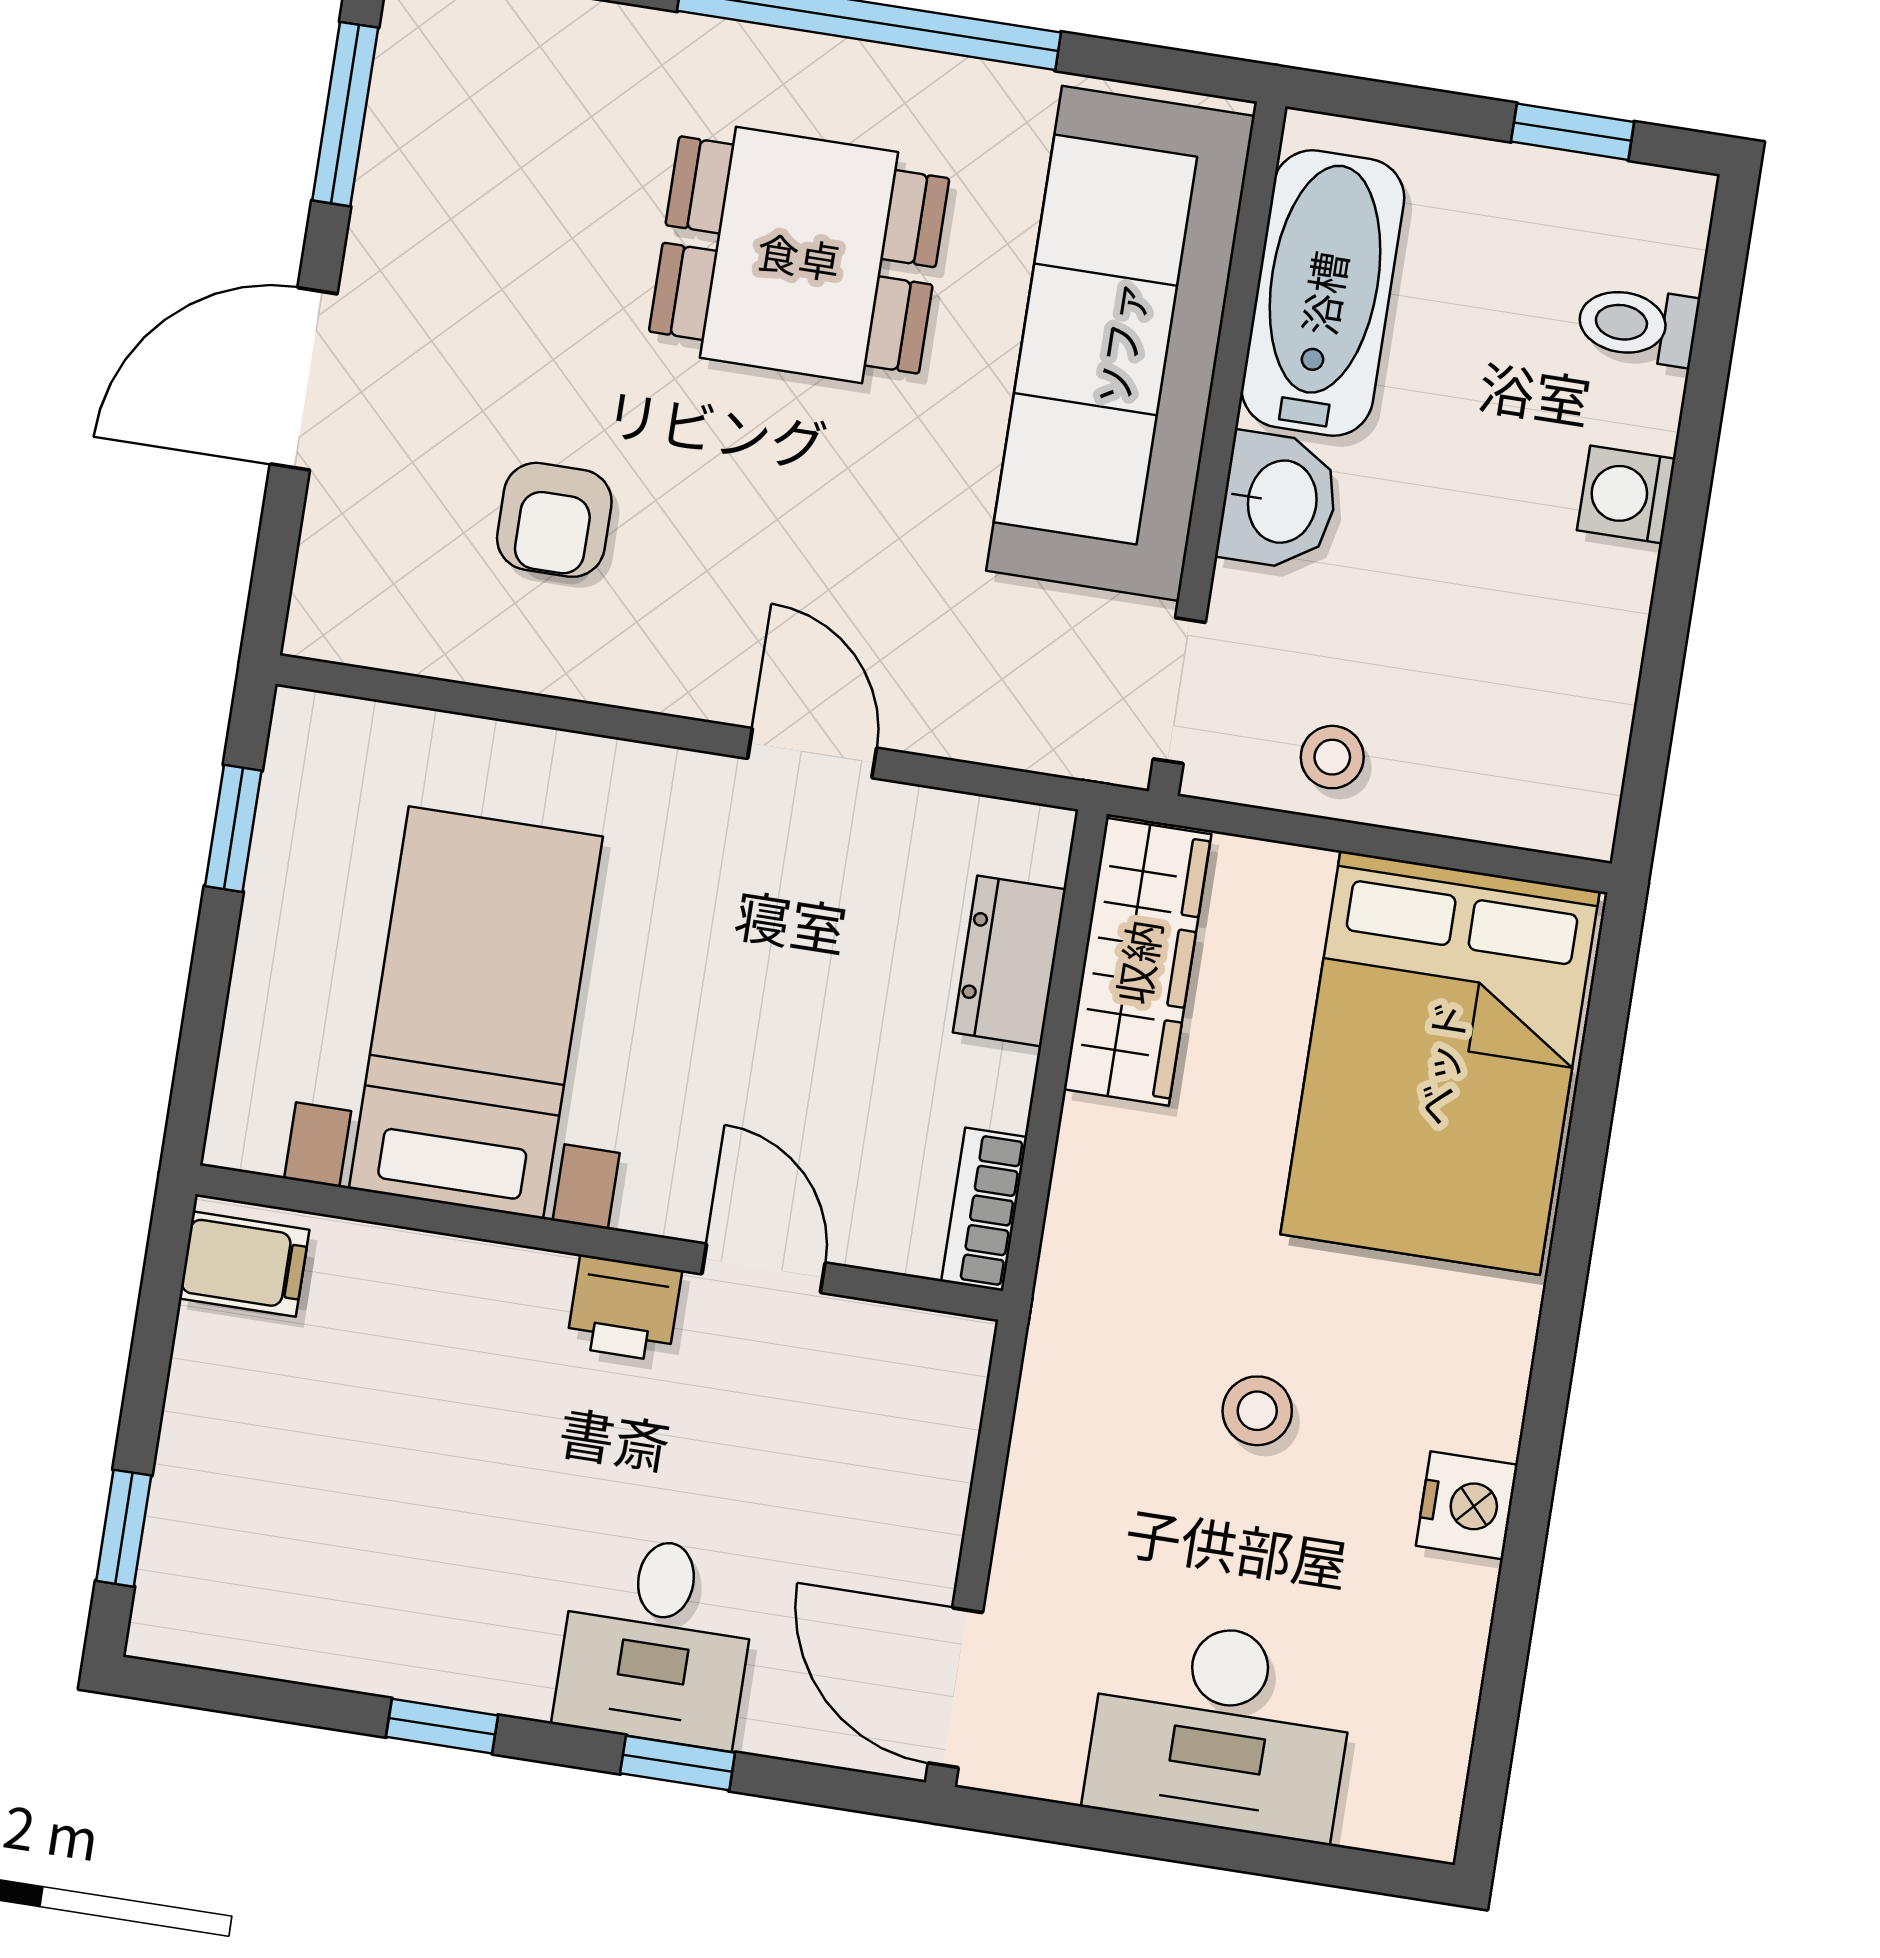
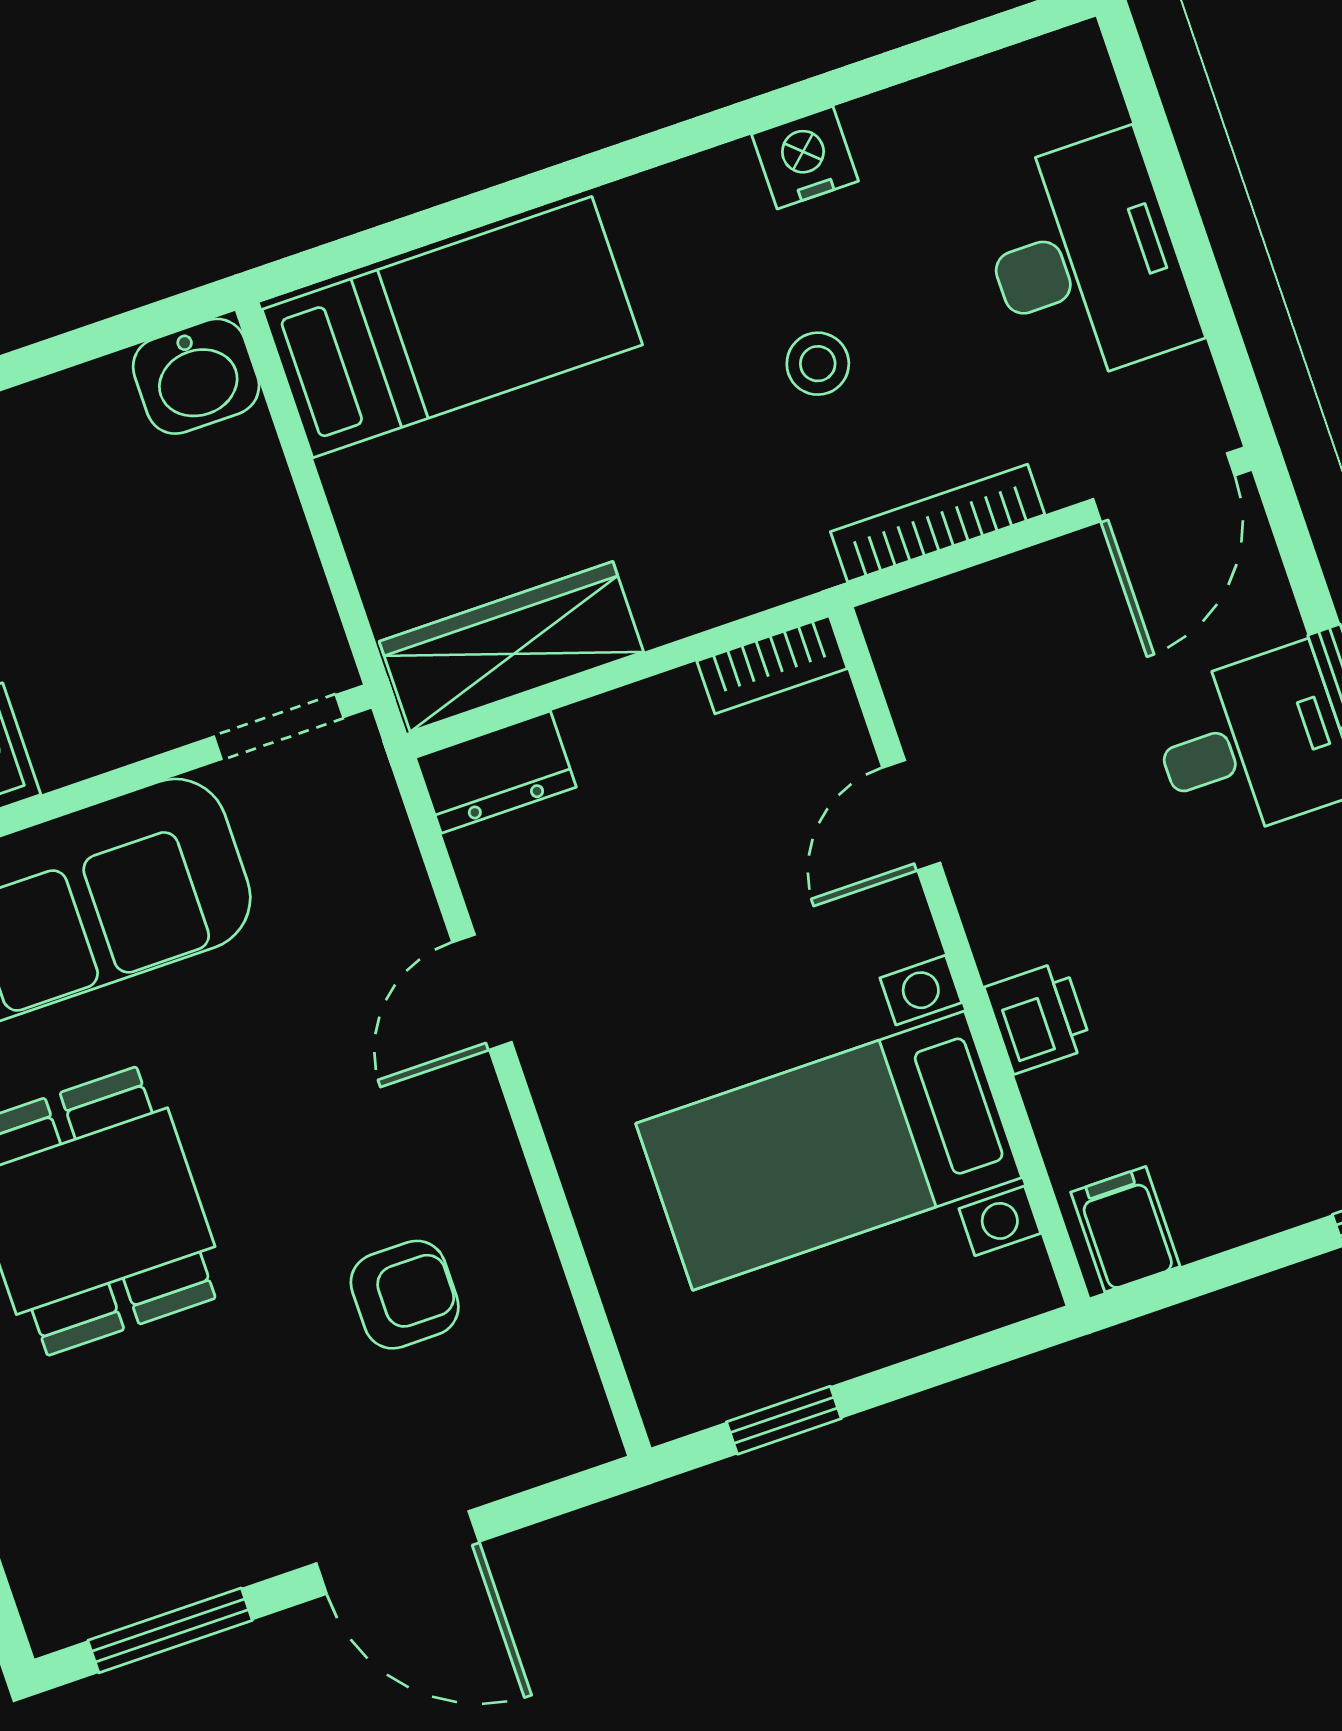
washbasin: (1279, 501) -> (196, 376), moved, turned 180
stool: (1332, 757) -> (267, 578), removed
dresser: (1009, 961) -> (496, 772), moved
bed: (1440, 1063) -> (452, 327), width x0.67
printer: (624, 1308) -> (1038, 1017), moved
bookcase: (1038, 1446) -> (938, 523), added

